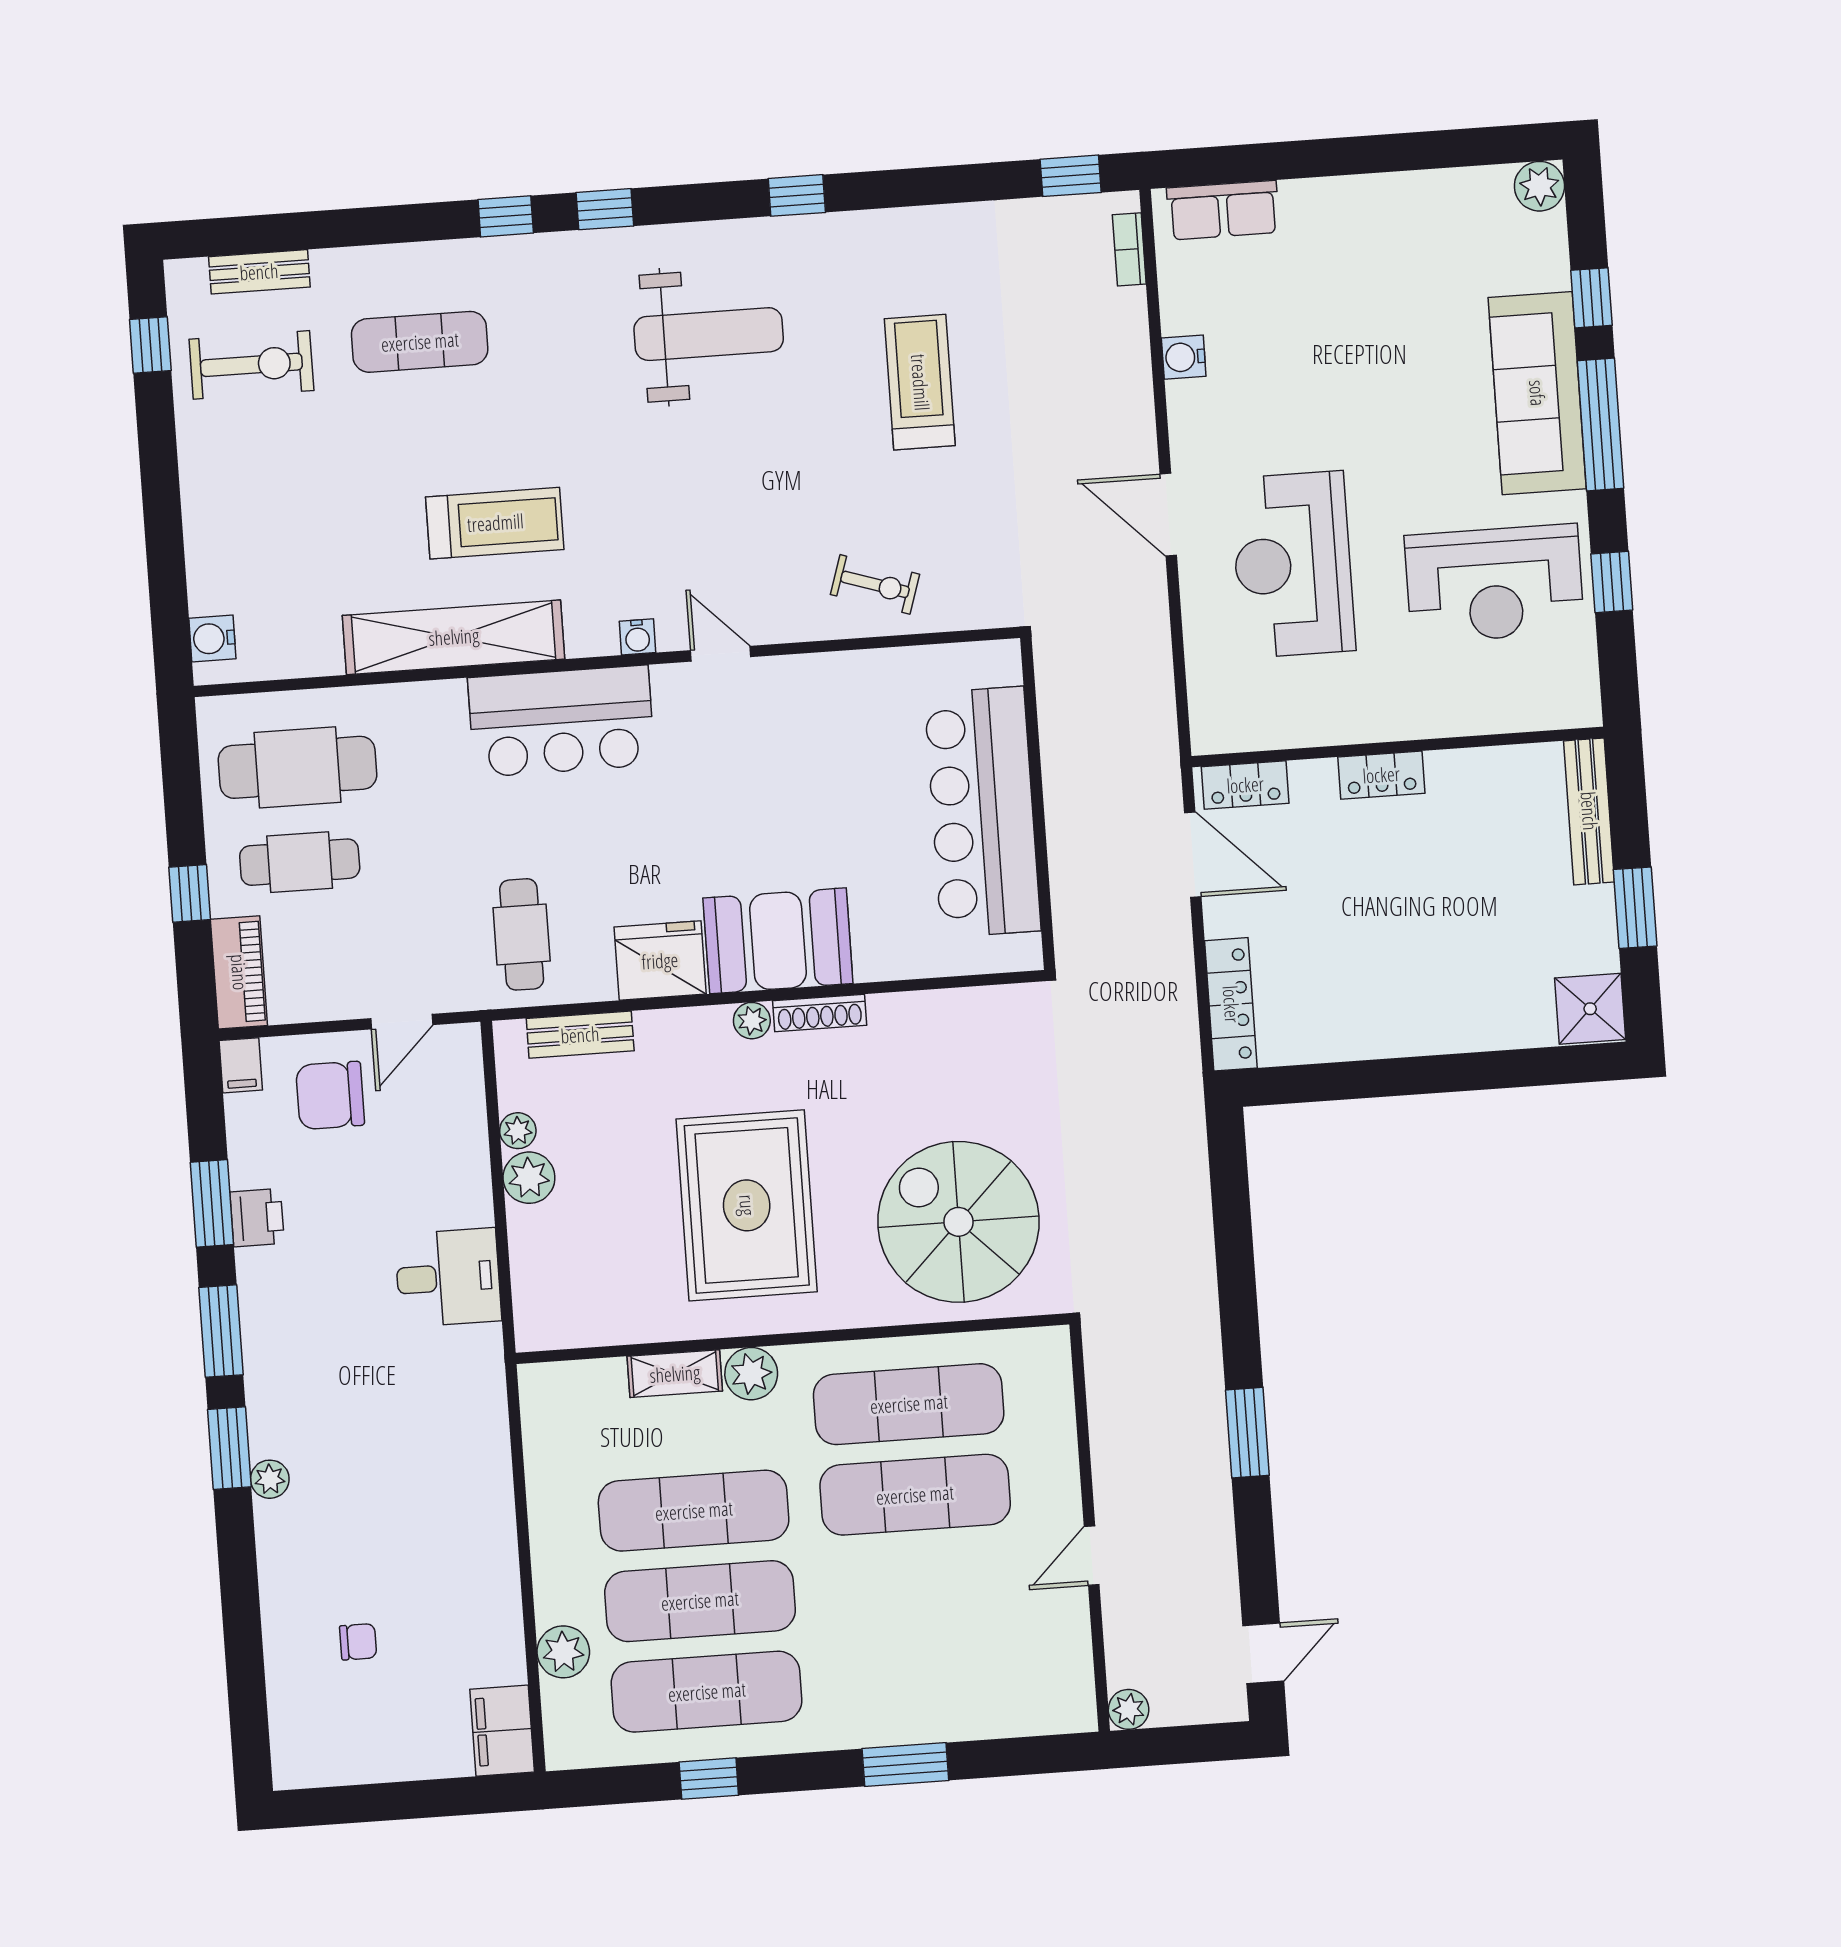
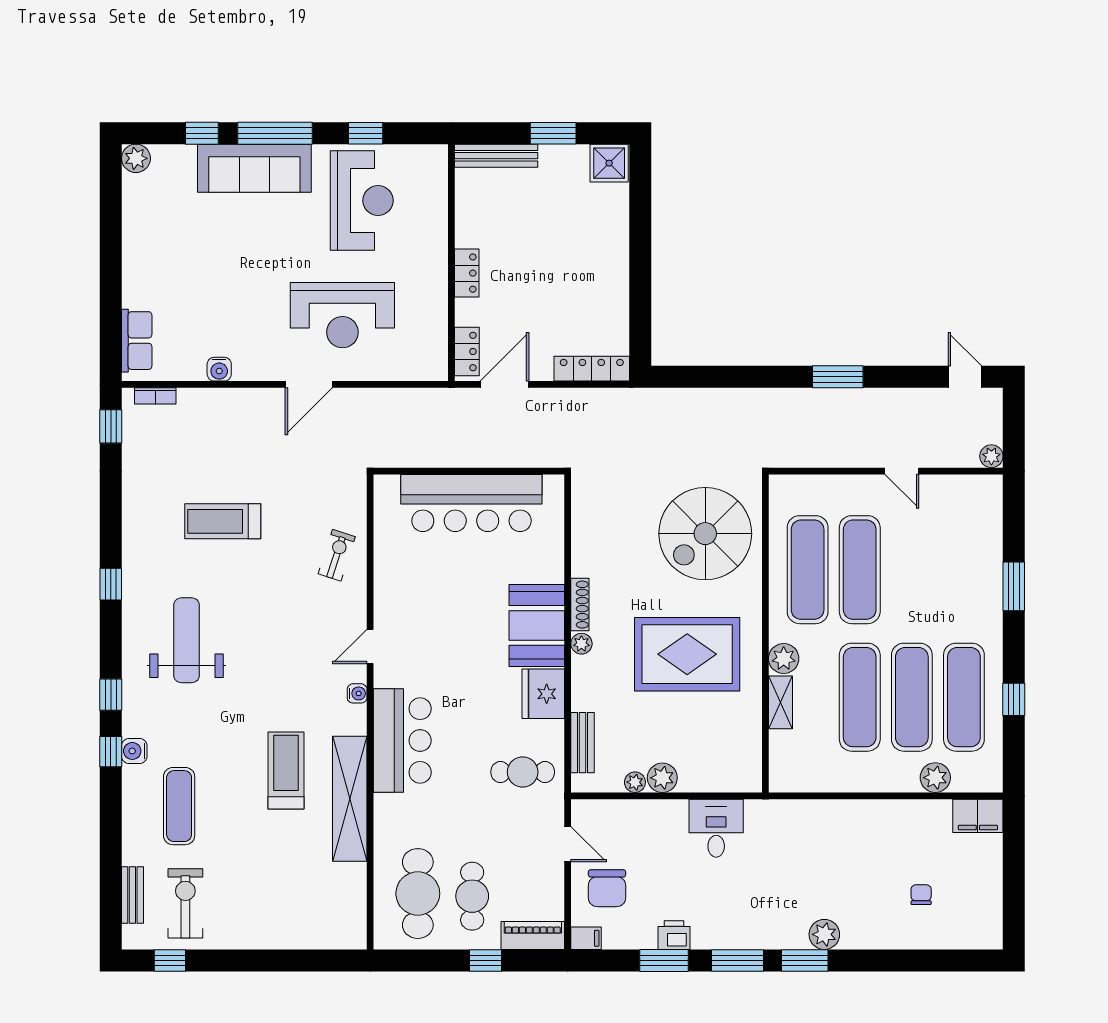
water cooler: (212, 639) -> (134, 751), moved, turned 90
plant: (270, 1479) -> (824, 934), width x1.38, depth x1.38

